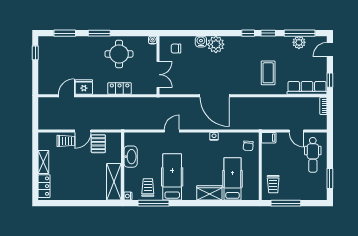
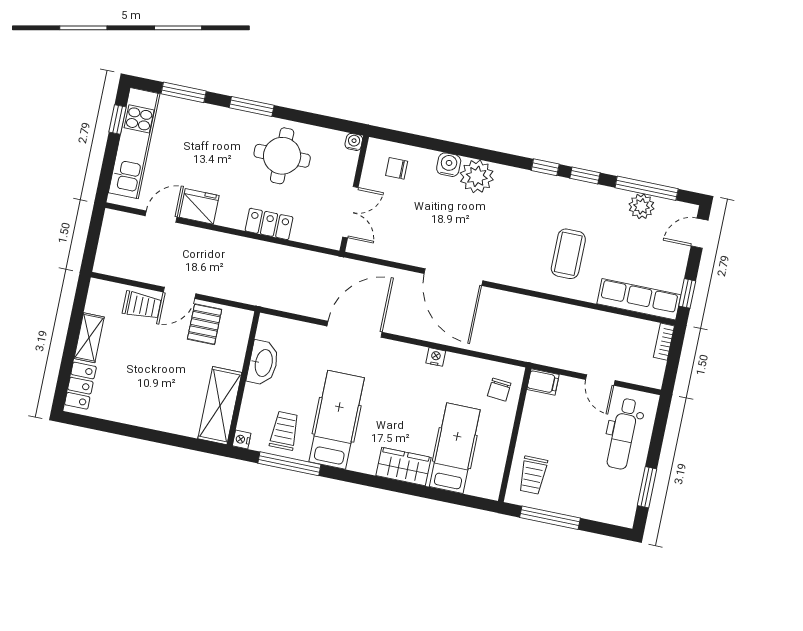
kitchen unit: (46, 63) -> (134, 143), added
door: (172, 131) -> (355, 329), width x1.88

